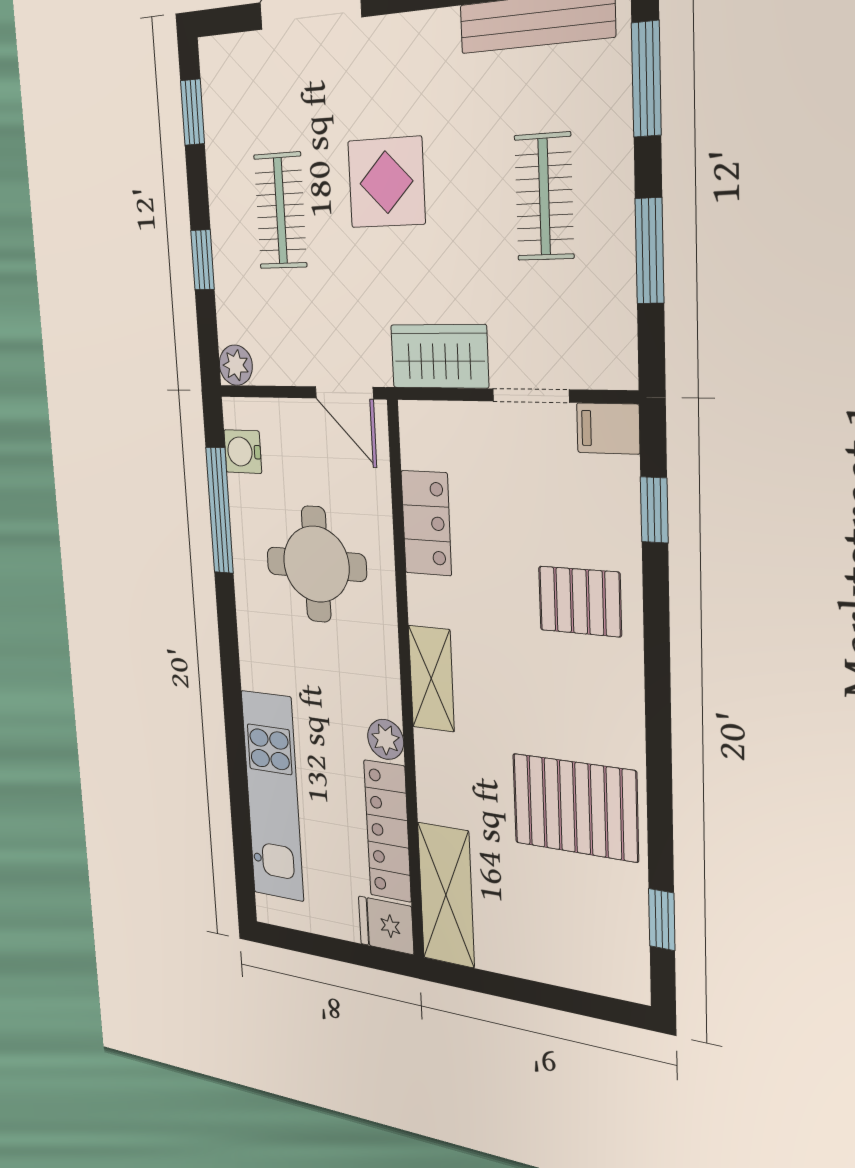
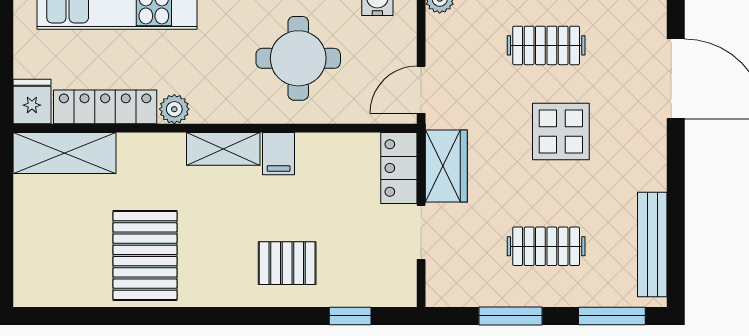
filing cabinet: (608, 428) -> (279, 154), moved, turned 180
locker: (426, 523) -> (399, 168), moved, turned 90
pallet: (580, 601) -> (287, 263), turned 90
window: (662, 920) -> (76, 316), removed

